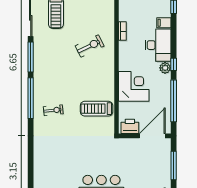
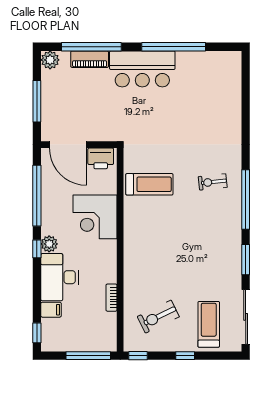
exercise bike: (90, 46) -> (158, 317), moved
window: (31, 57) -> (246, 260), width x0.69
door: (152, 136) -> (68, 145), hinge flipped

